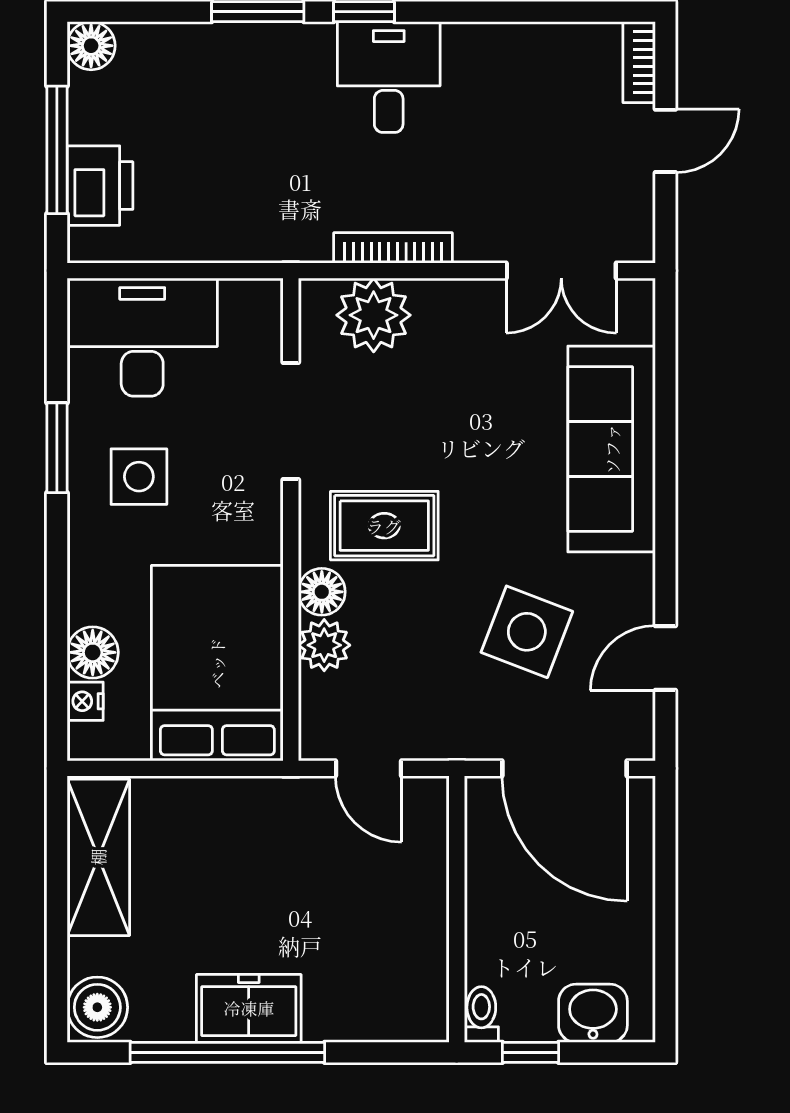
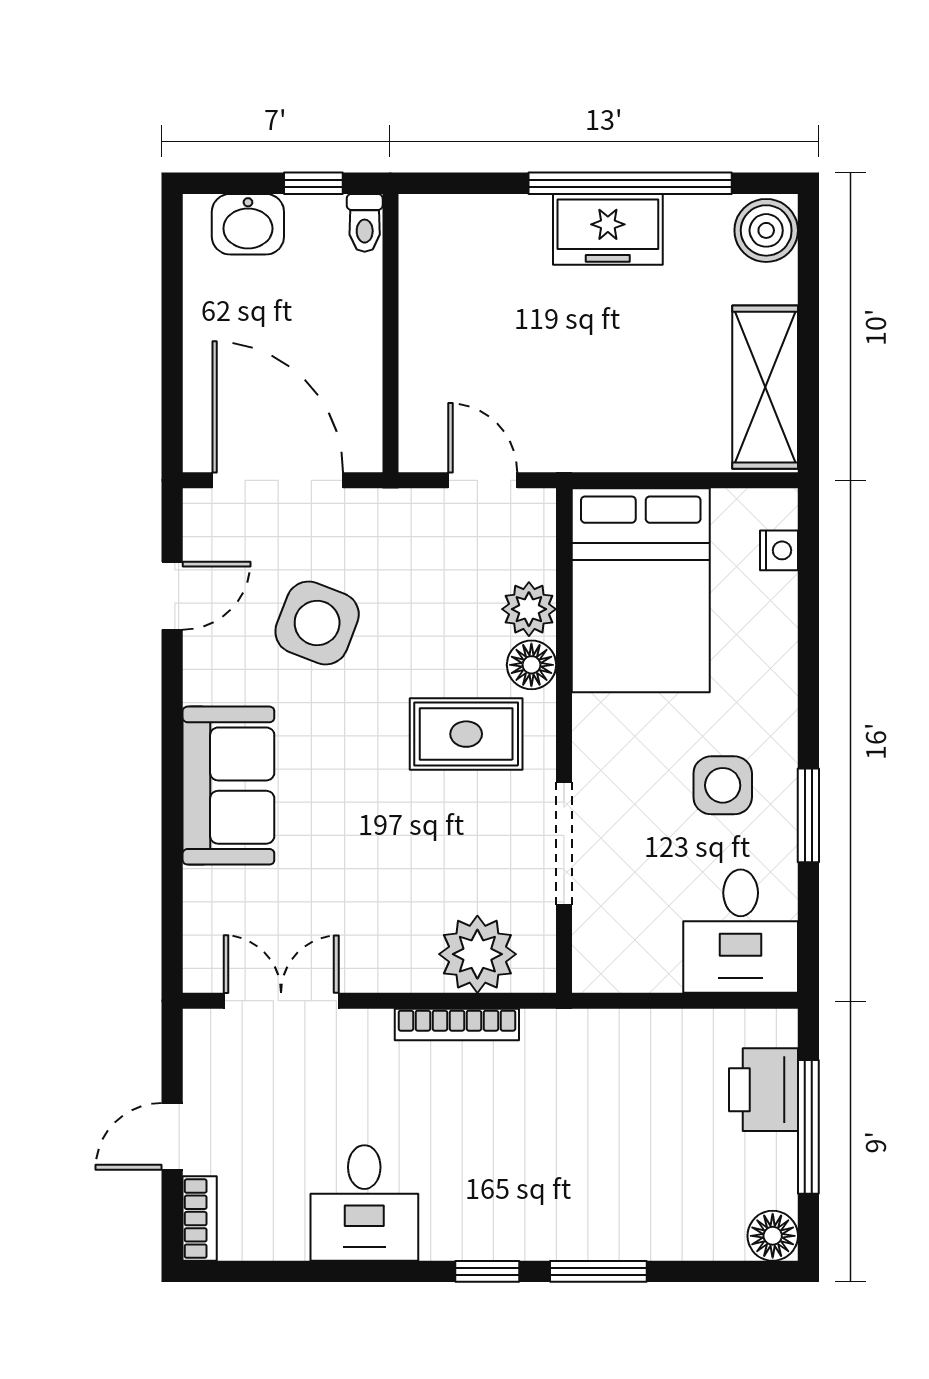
desk: (389, 77) -> (364, 1203), moved
desk: (142, 337) -> (741, 931), width x0.73
sofa: (612, 449) -> (228, 786), width x0.73
floor lamp: (93, 652) -> (771, 601), removed

